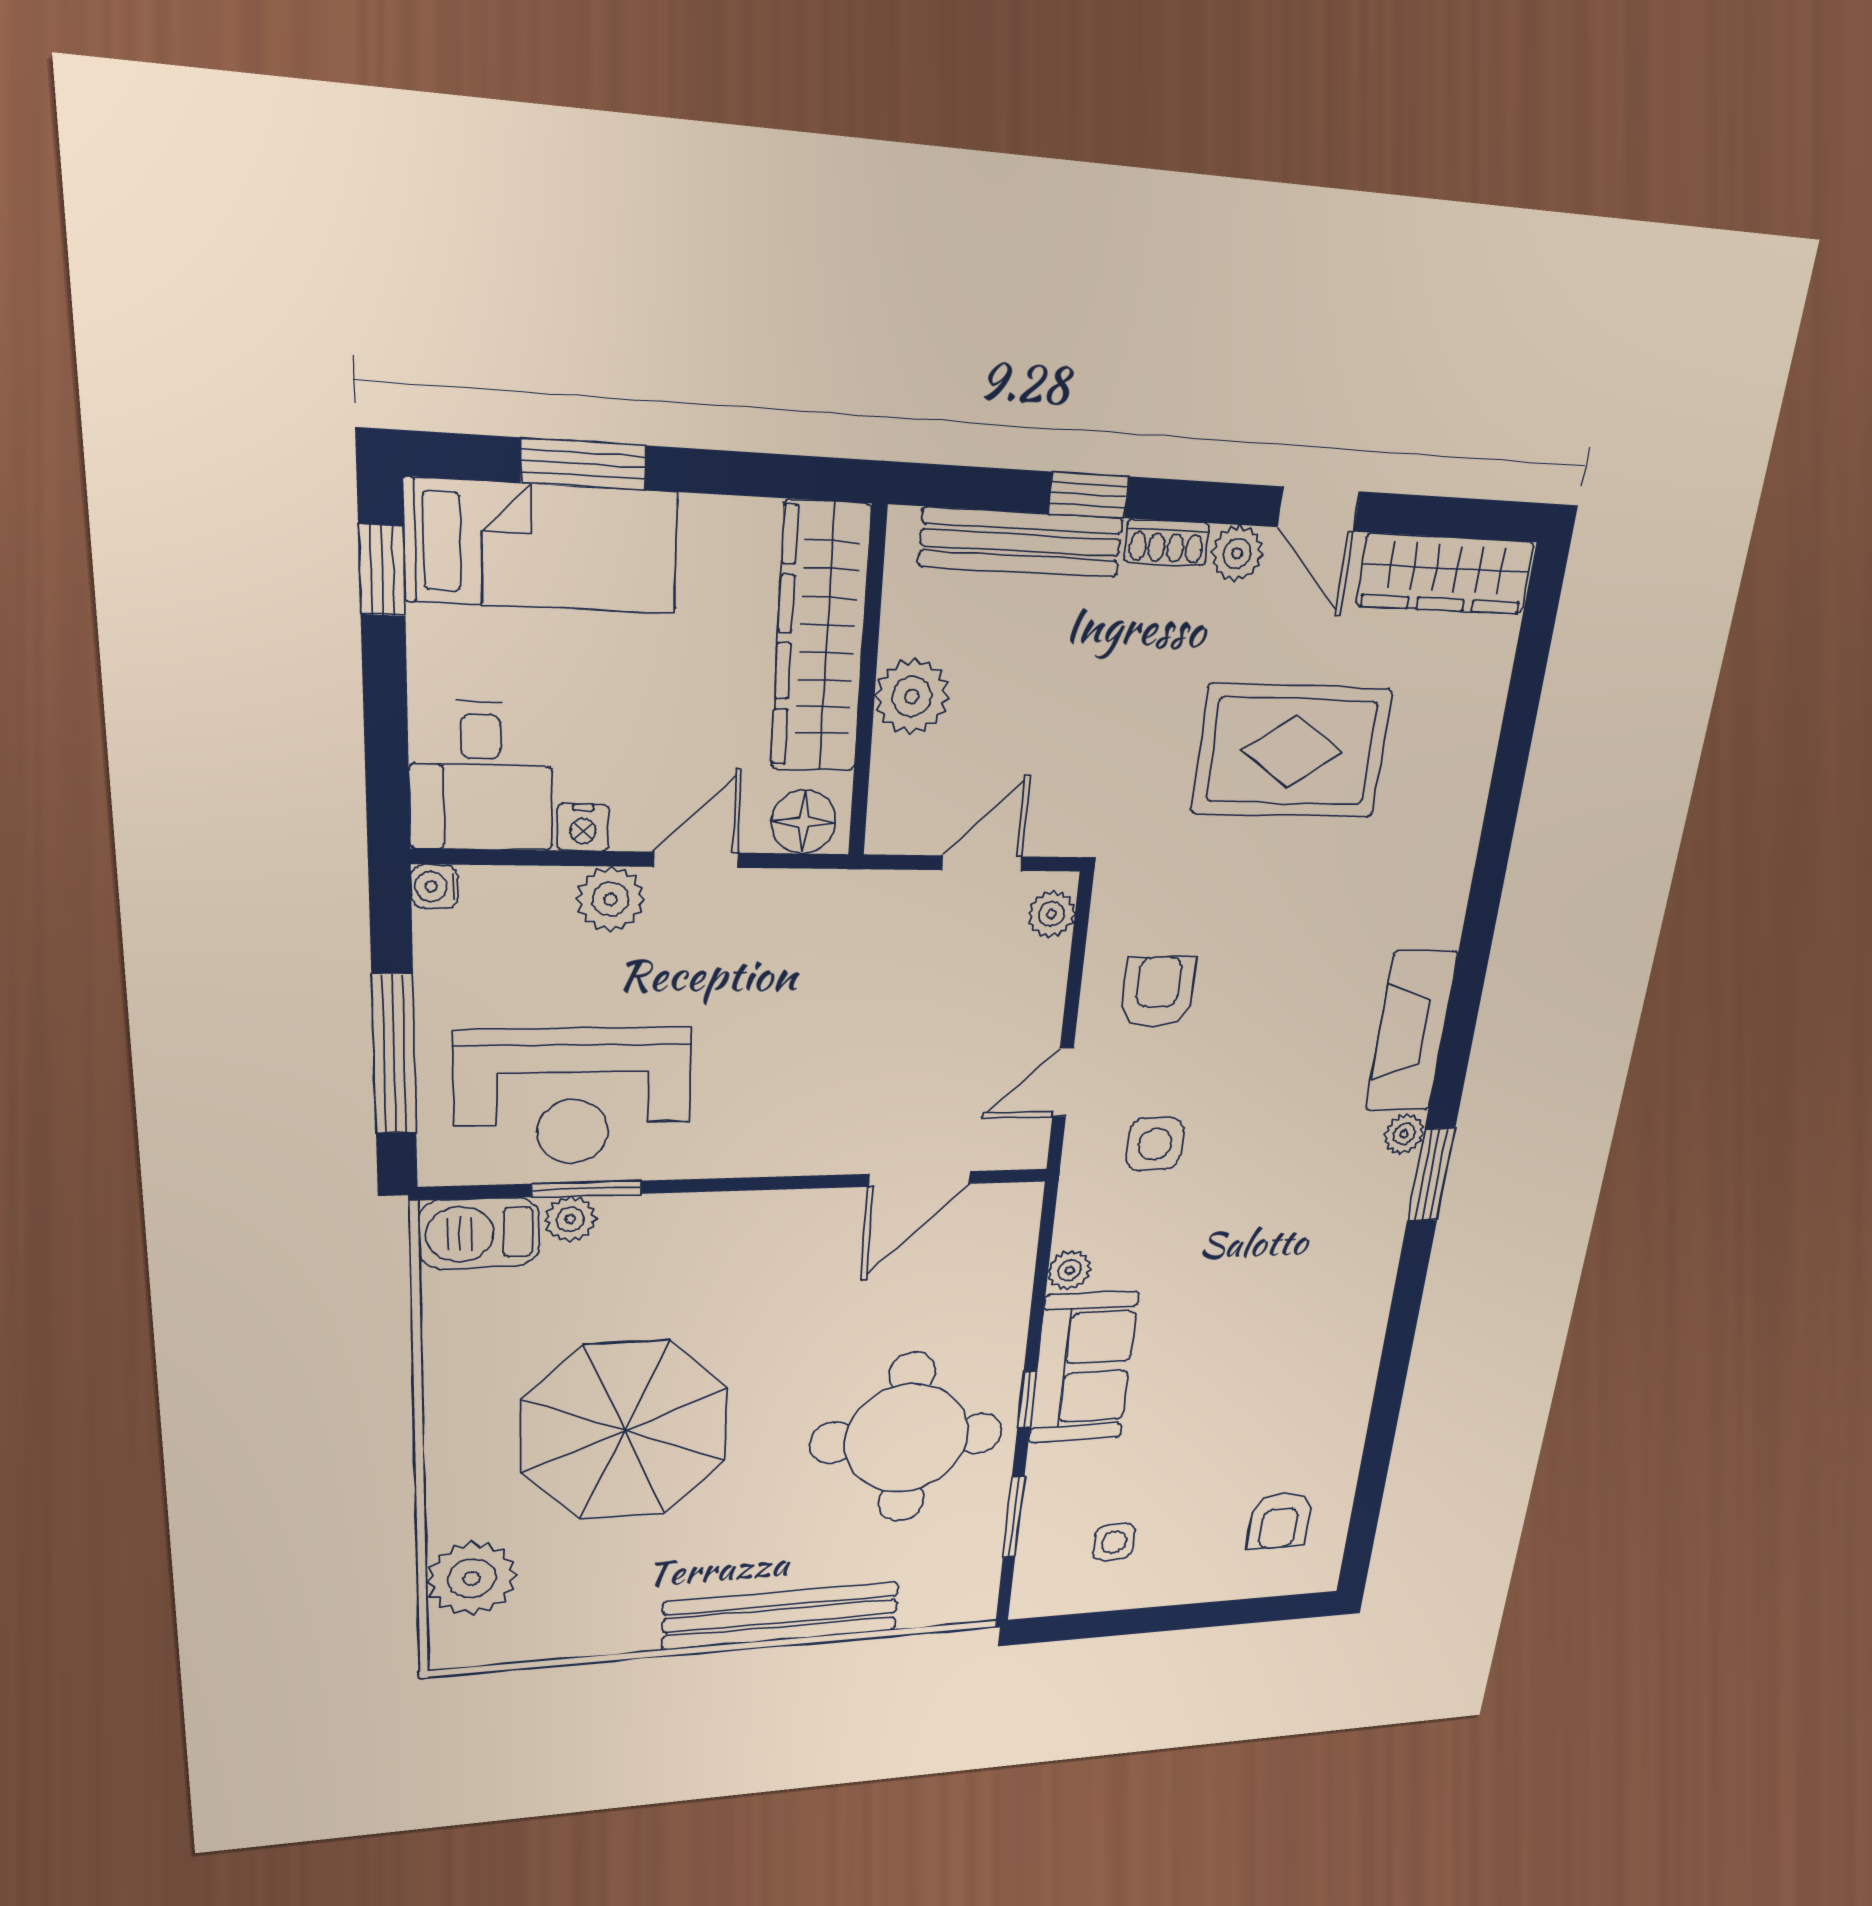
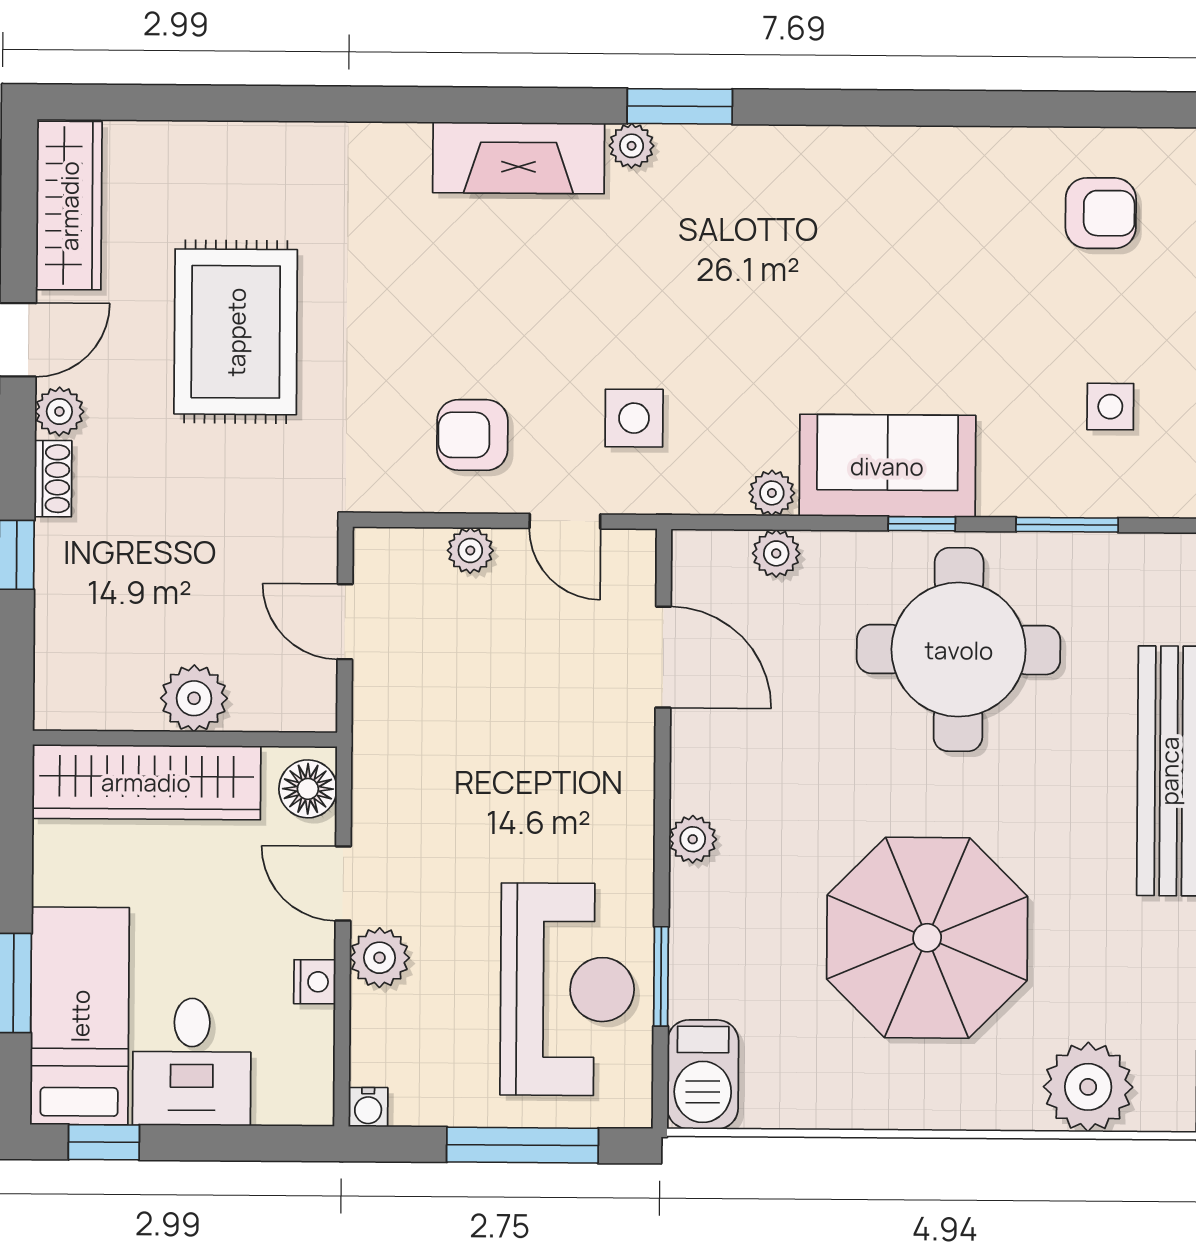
bench: (1021, 542) -> (59, 611), removed
desk: (481, 777) -> (192, 1062), moved, turned 90
plant: (1052, 914) -> (470, 550), moved
plant: (570, 1219) -> (693, 839), moved
plant: (1012, 1277) -> (776, 553), added

